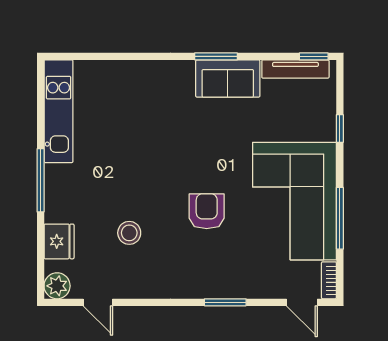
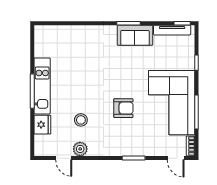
kitchen unit: (59, 111) -> (42, 86), moved
armchair: (207, 211) -> (123, 108), turned 90
plant: (57, 286) -> (80, 149), moved

